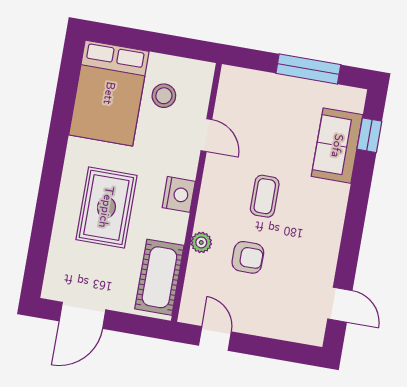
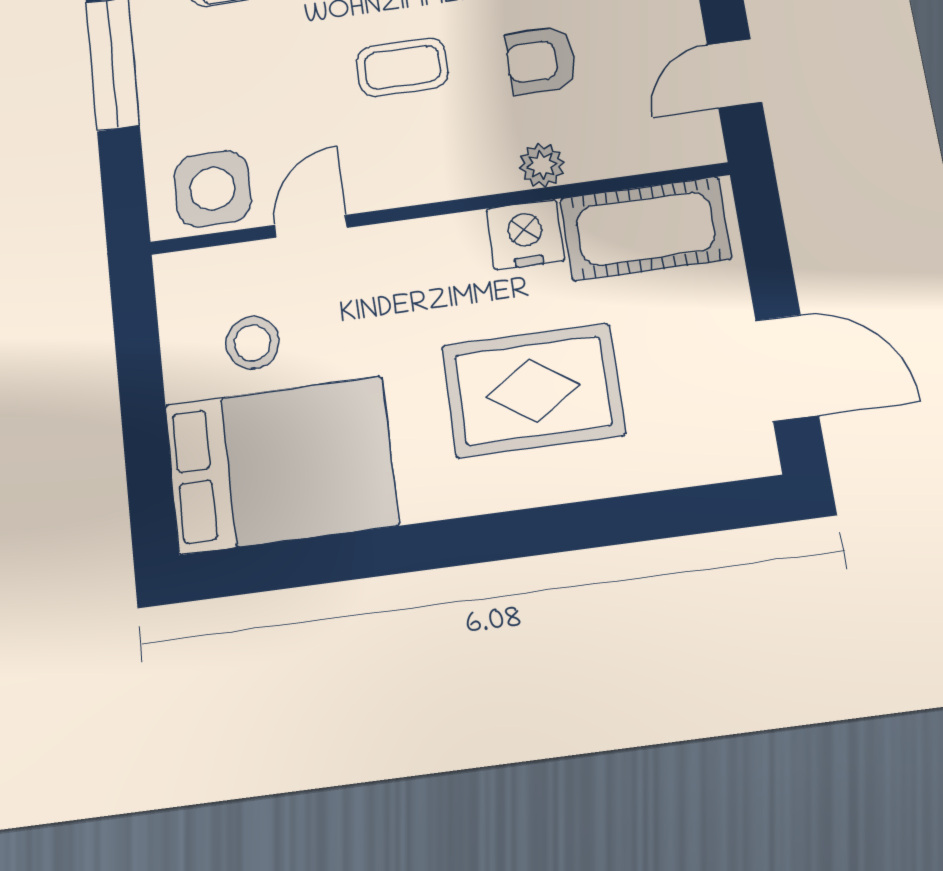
side table: (237, 97) -> (213, 189), added
nightstand: (179, 194) -> (525, 235), moved
armchair: (248, 257) -> (541, 61), turned -90

